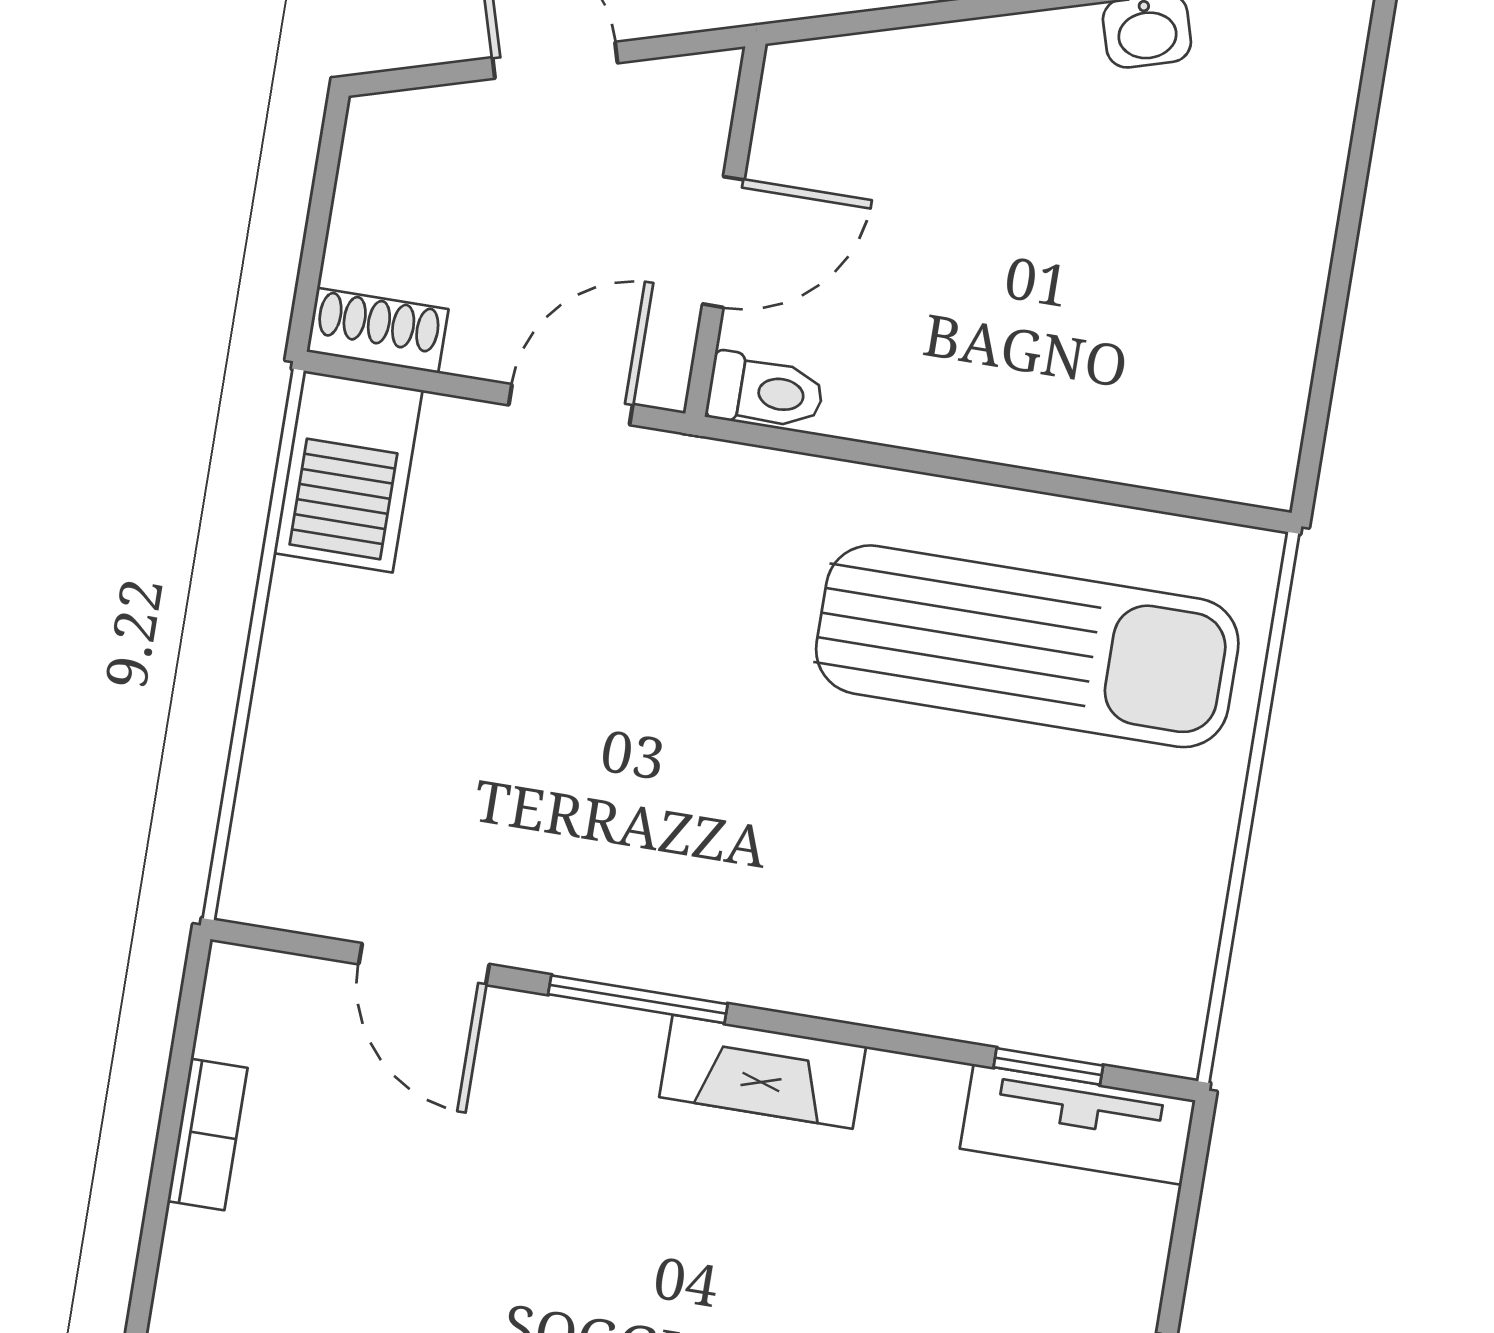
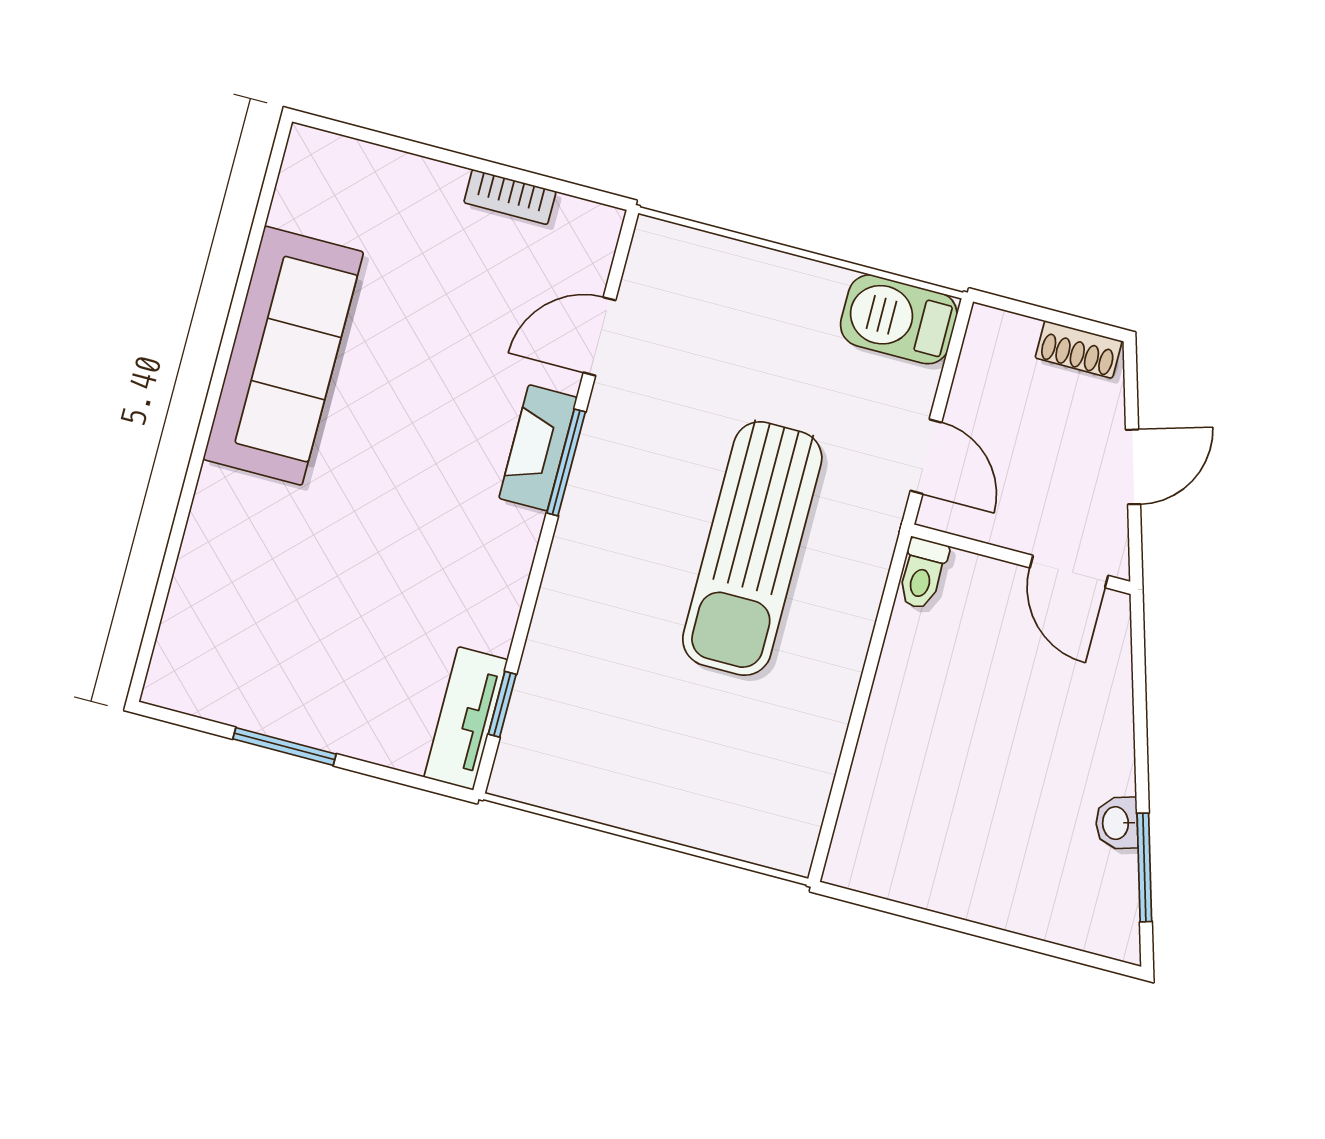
door: (723, 242) -> (1069, 572), moved
shoe rack: (378, 330) -> (1079, 349), moved, turned 90
sun lounger: (1027, 646) -> (752, 549), moved
fireplace: (763, 1072) -> (538, 448), moved

